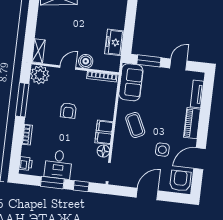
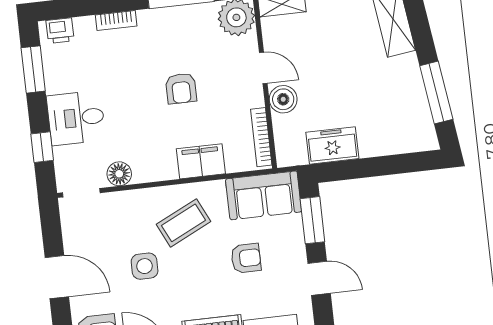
armchair: (160, 98) -> (246, 258), added
armchair: (68, 111) -> (181, 88), turned -90
filing cabinet: (104, 132) -> (201, 161), moved
side table: (162, 150) -> (145, 266), moved
desk: (58, 164) -> (76, 118), moved
window: (52, 183) -> (33, 69), moved

